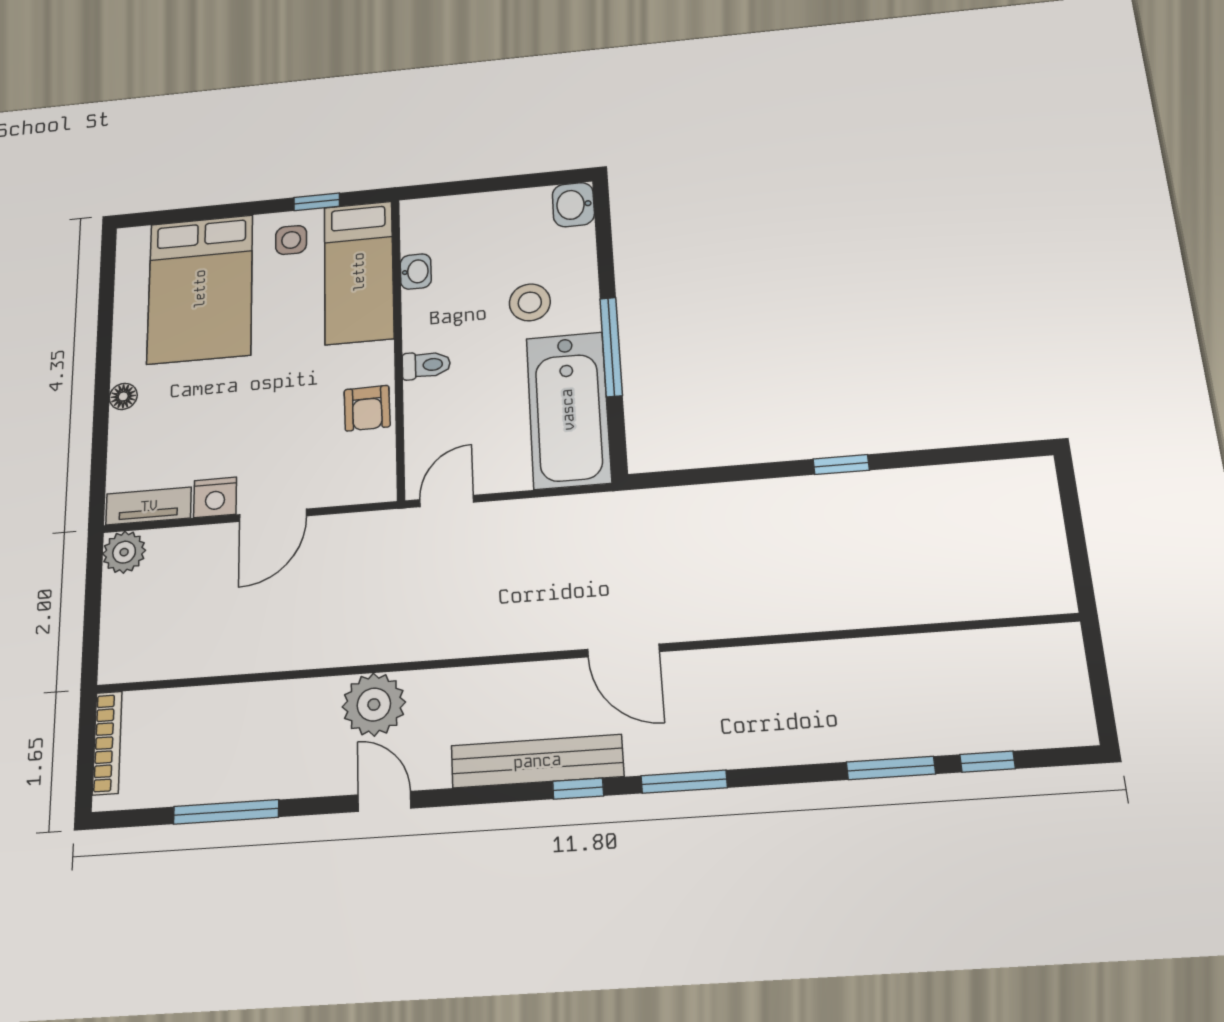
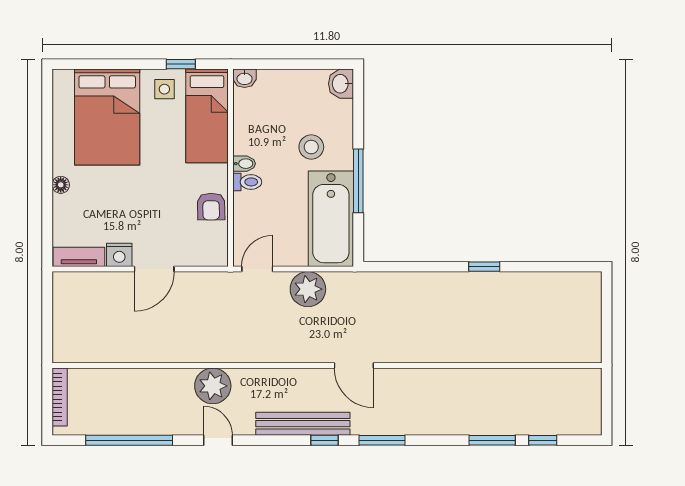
washbasin: (416, 272) -> (245, 78), moved, turned 90
bidet: (420, 338) -> (244, 164), added
plant: (124, 552) -> (308, 289), moved, width x1.36, depth x1.36
window: (226, 812) -> (129, 440), width x1.46

